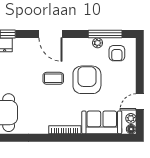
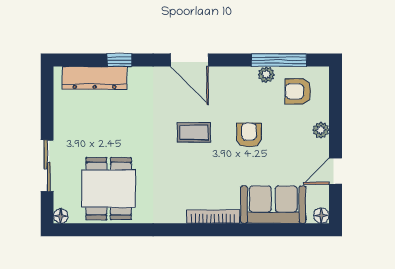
armchair: (117, 53) -> (298, 91), turned 90
armchair: (87, 80) -> (249, 135), width x0.53, depth x0.53
plant: (131, 118) -> (321, 130), moved

